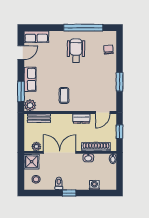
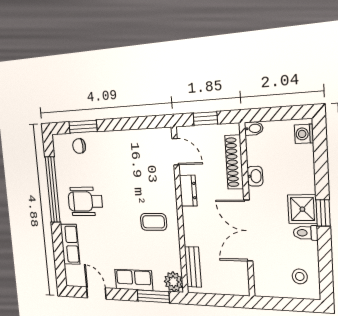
row of seats: (36, 37) -> (70, 244), moved
window: (120, 82) -> (83, 127), moved
plant: (36, 146) -> (241, 273), removed
shower: (32, 162) -> (302, 209), moved
washing machine: (94, 185) -> (304, 134), moved

